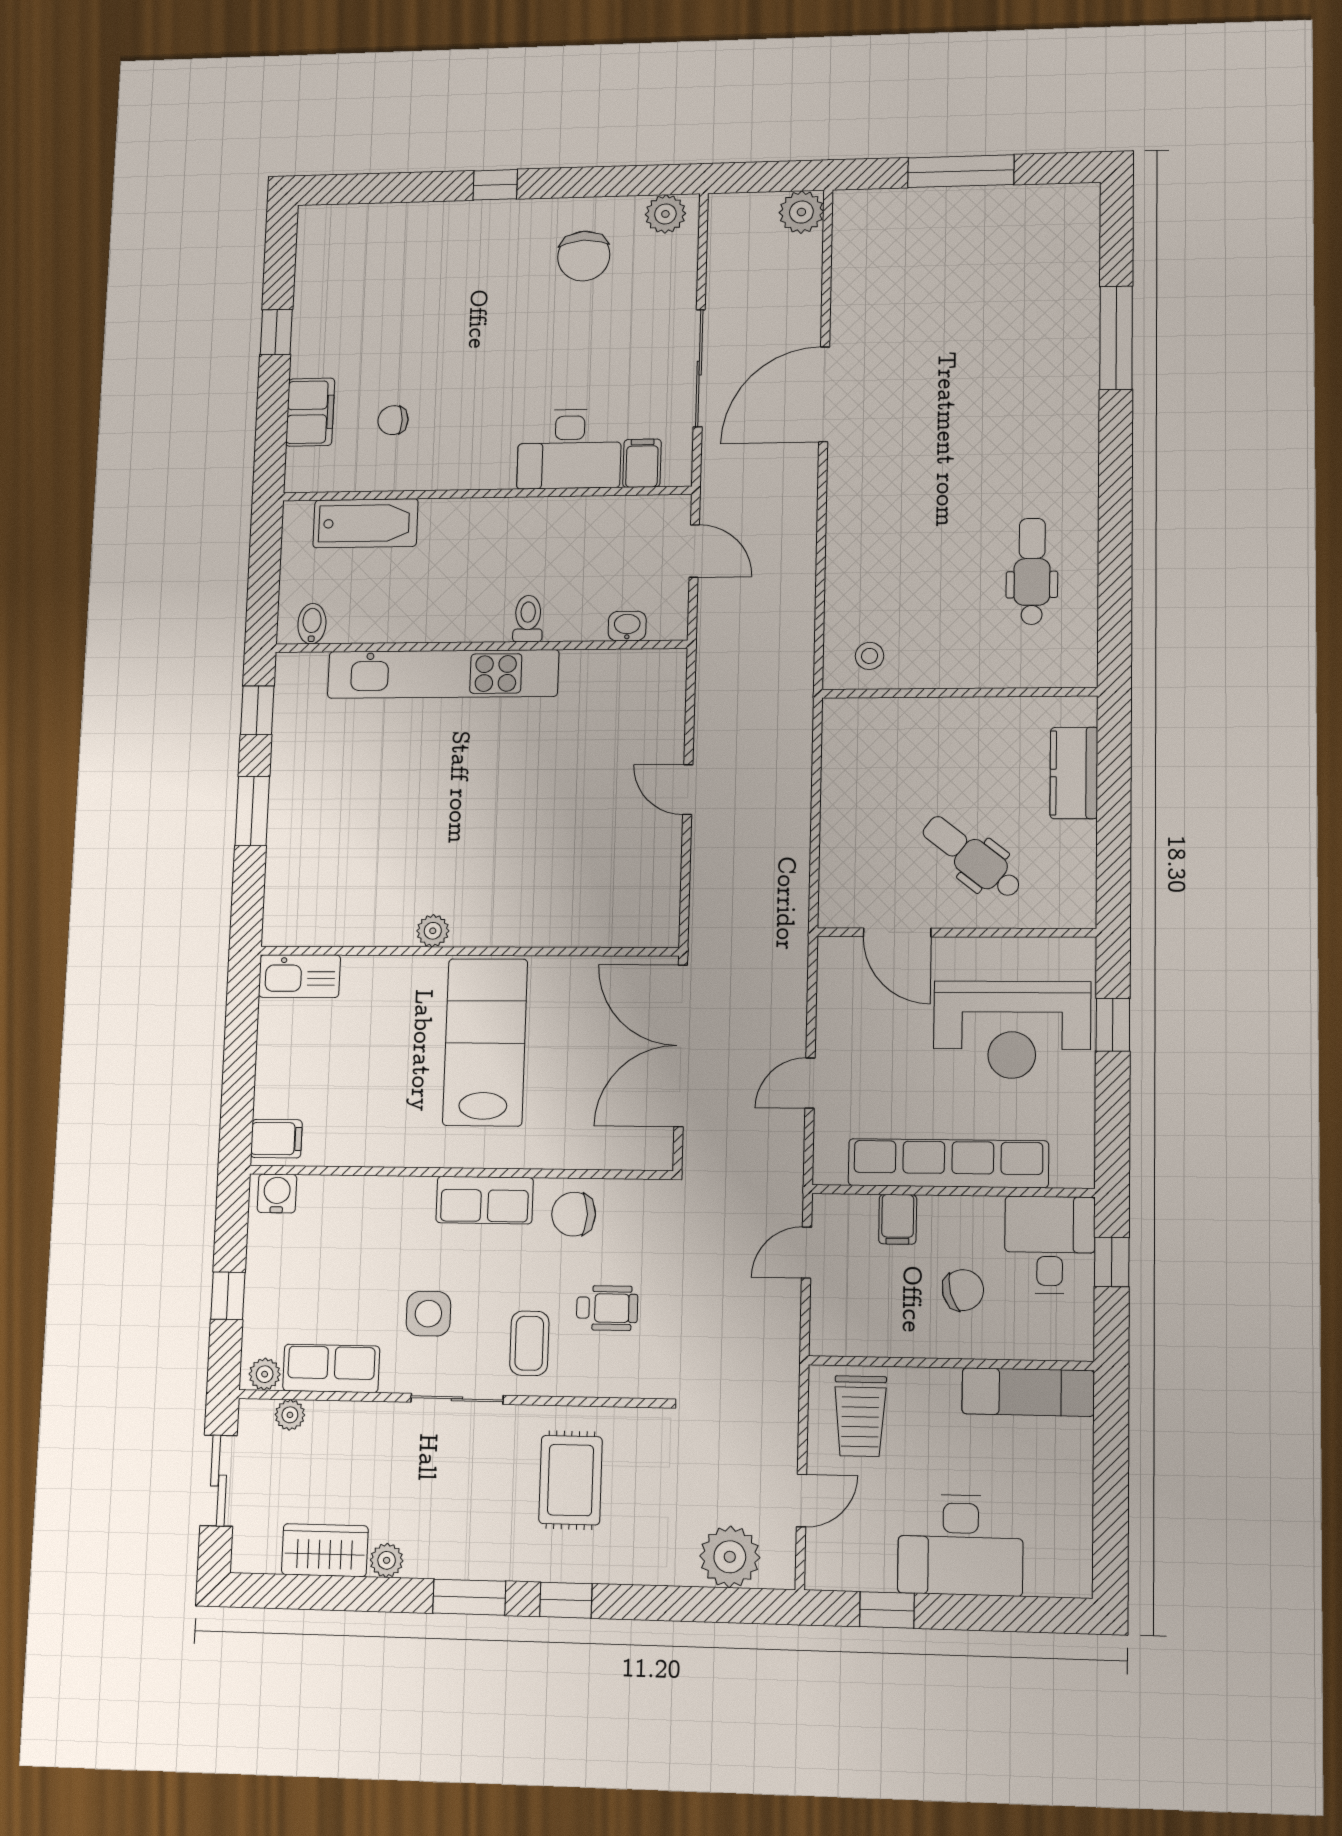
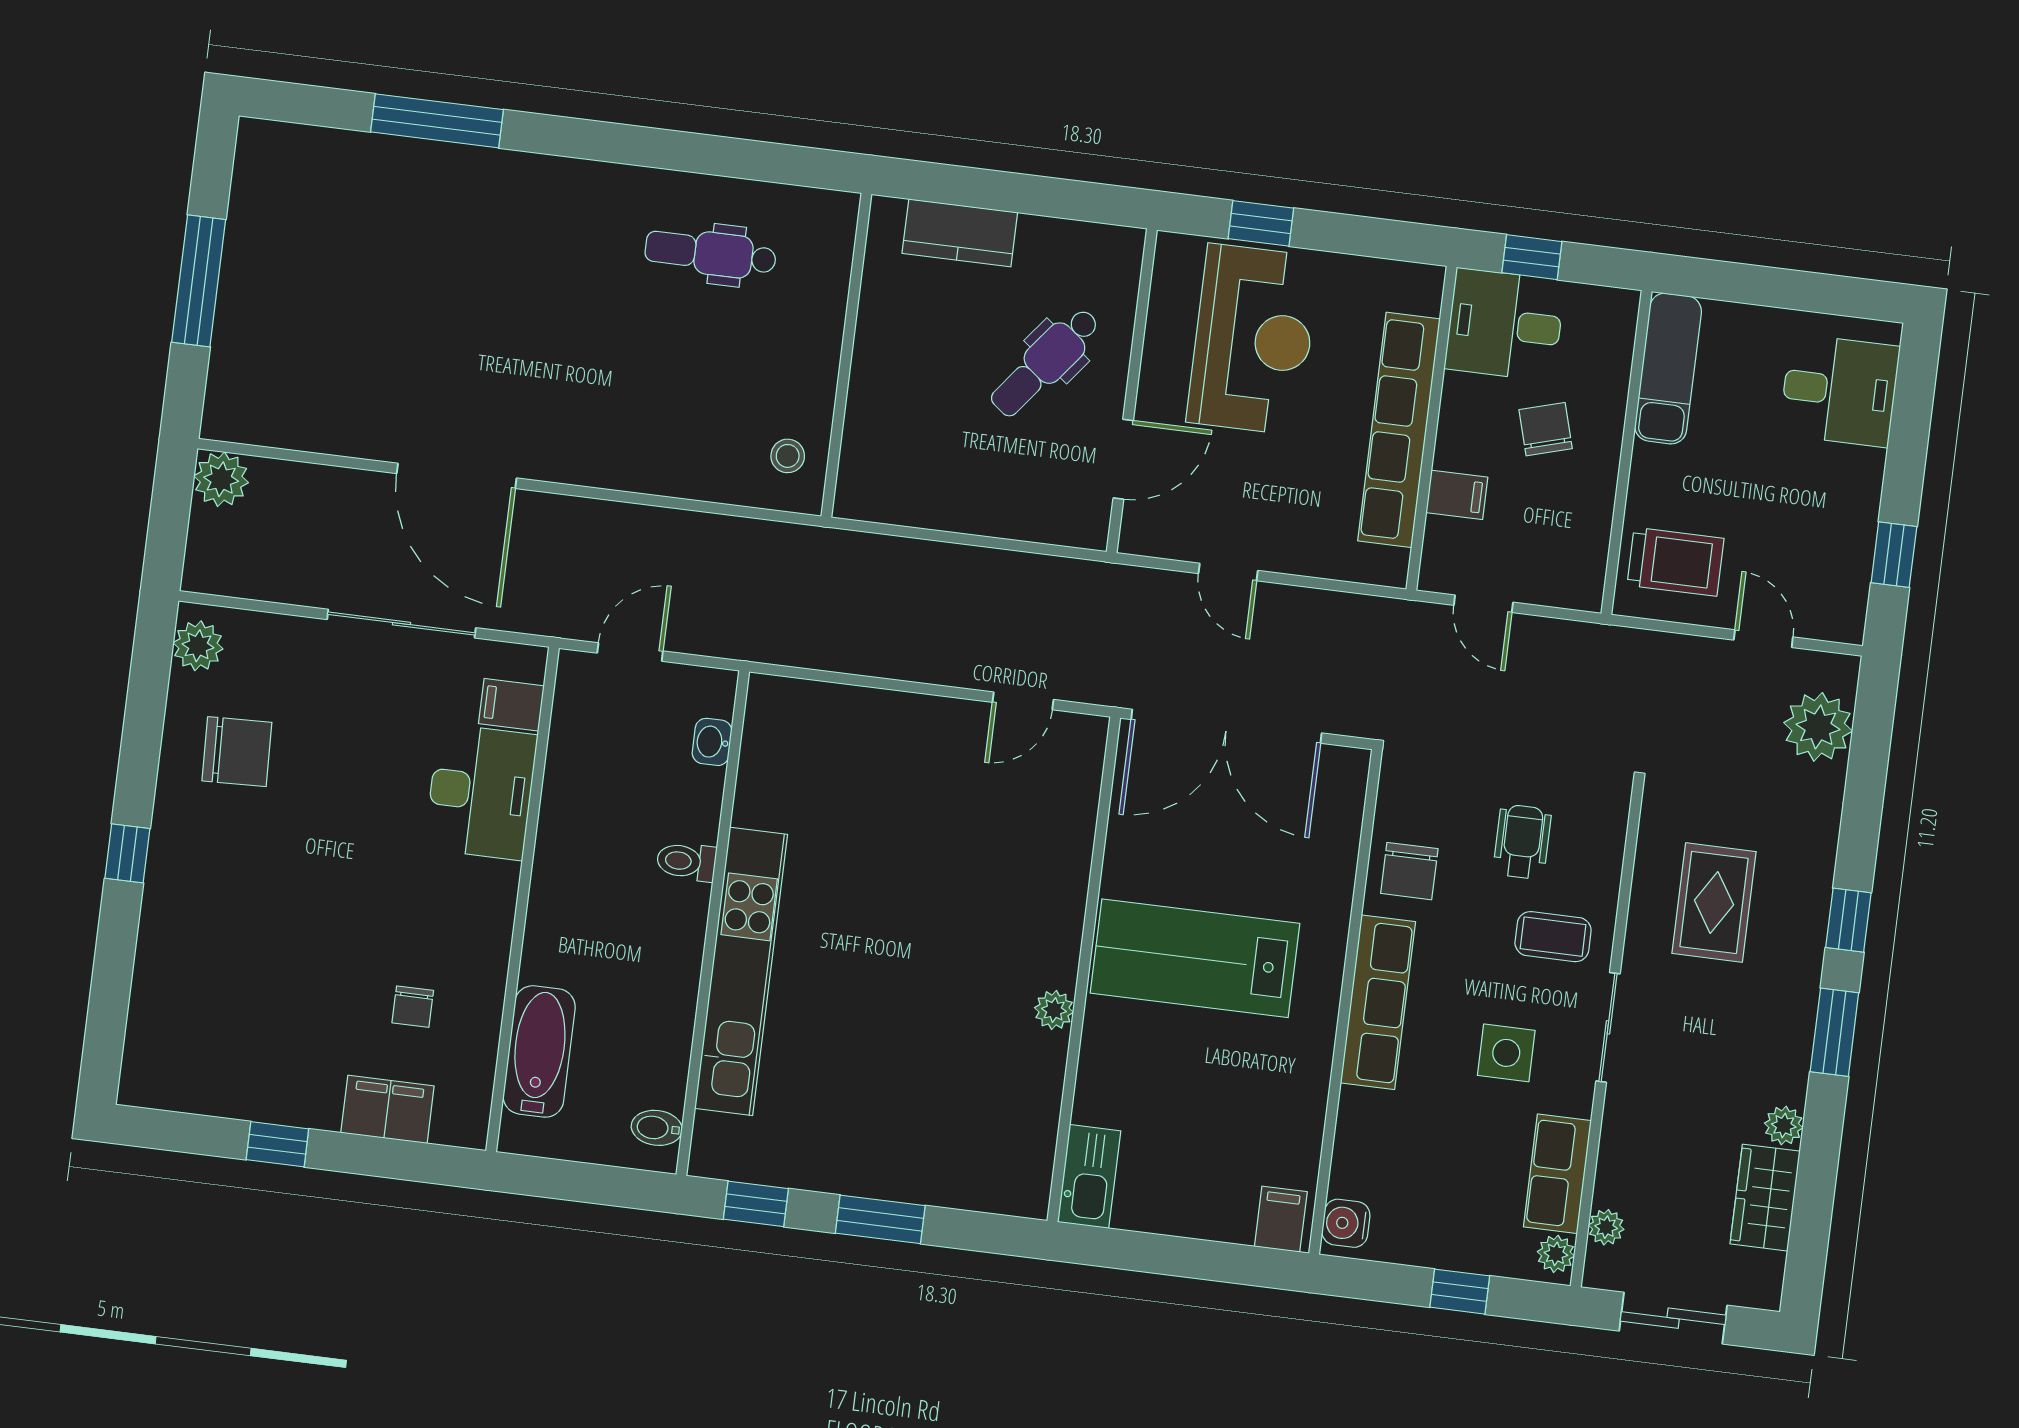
door: (688, 790) -> (1023, 701), moved
door: (810, 1083) -> (1228, 572), moved
row of seats: (485, 1200) -> (1378, 1002), width x1.48
rug: (571, 1480) -> (1714, 902), turned 90
desk: (960, 1545) -> (1839, 390), moved, width x0.73

